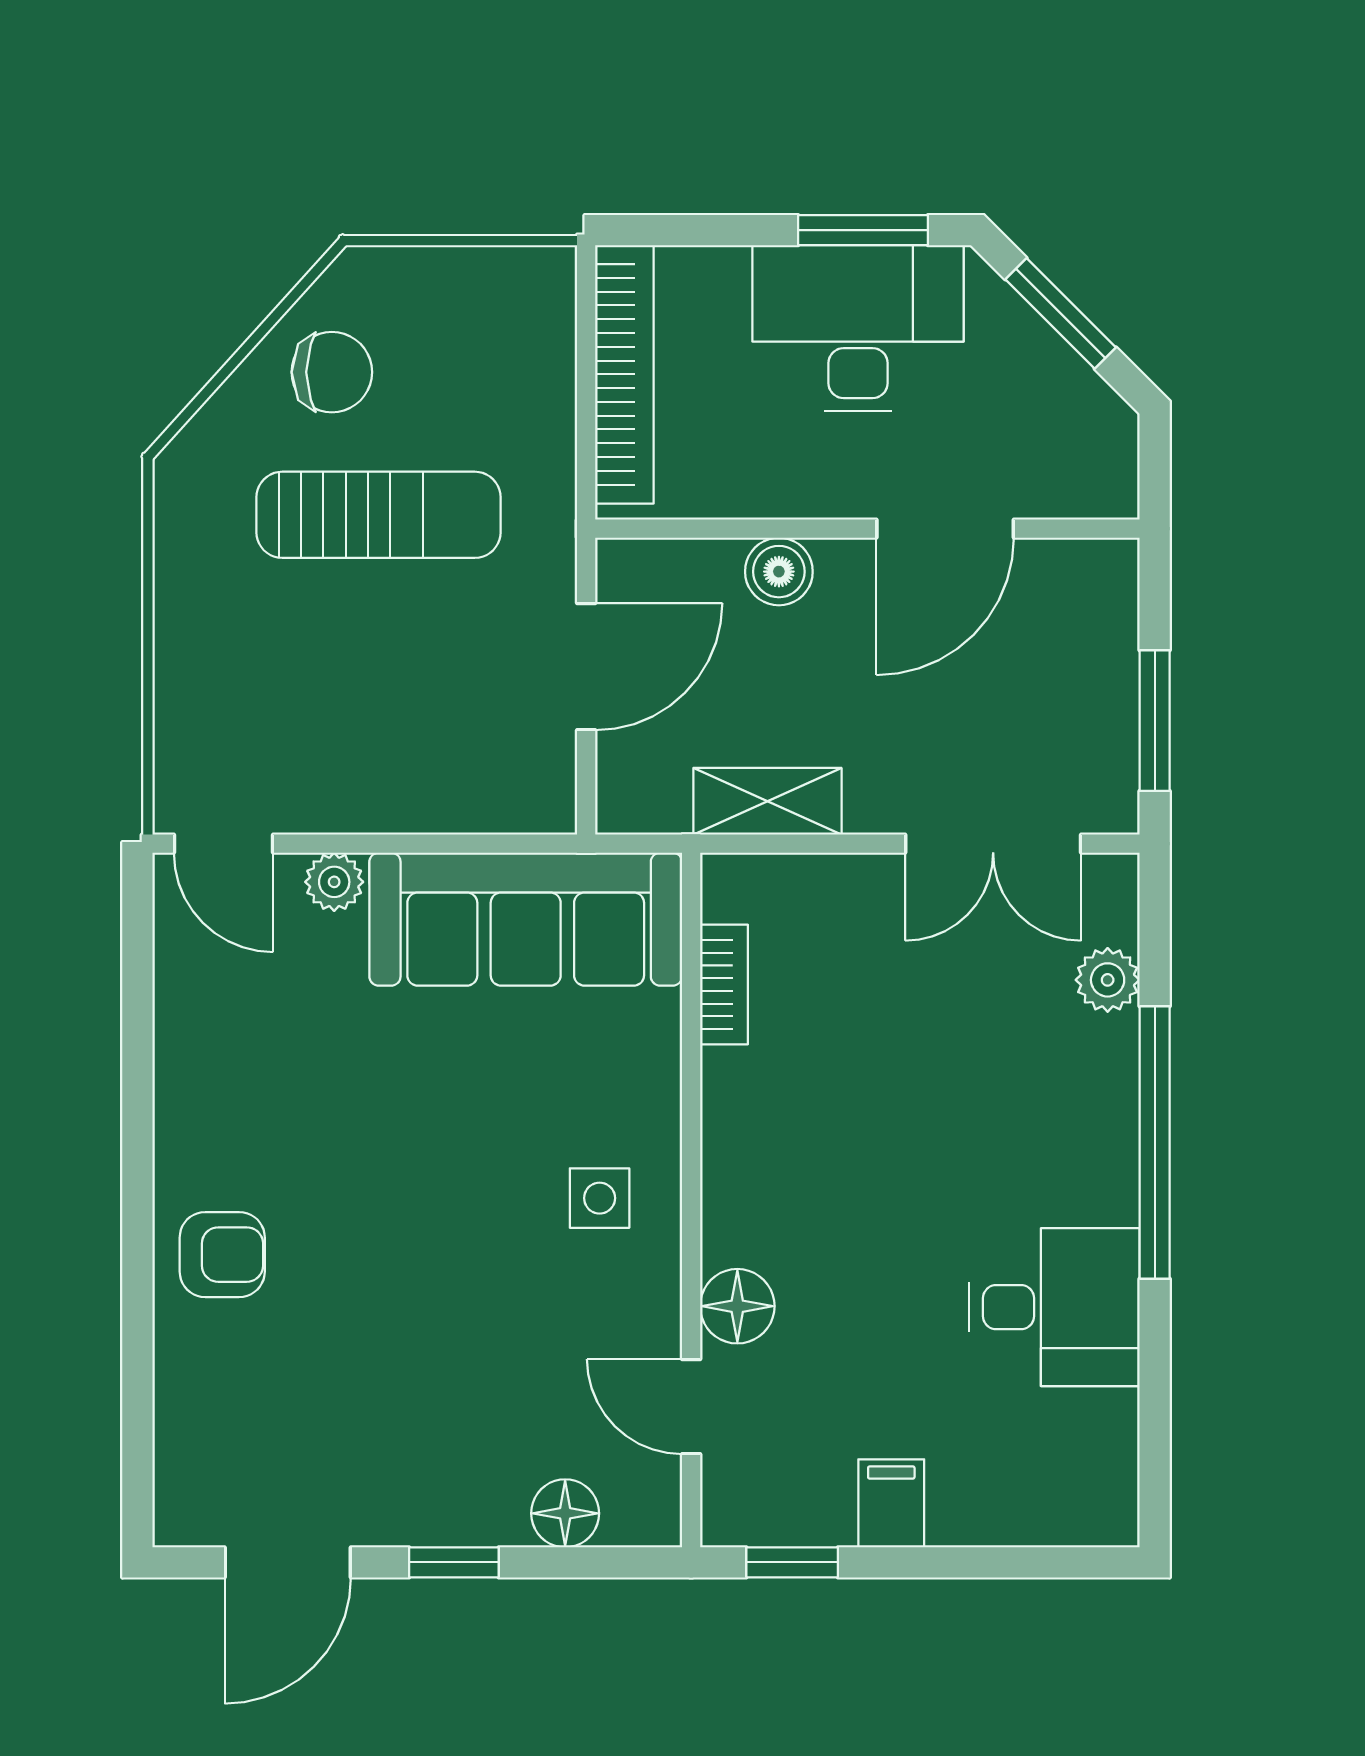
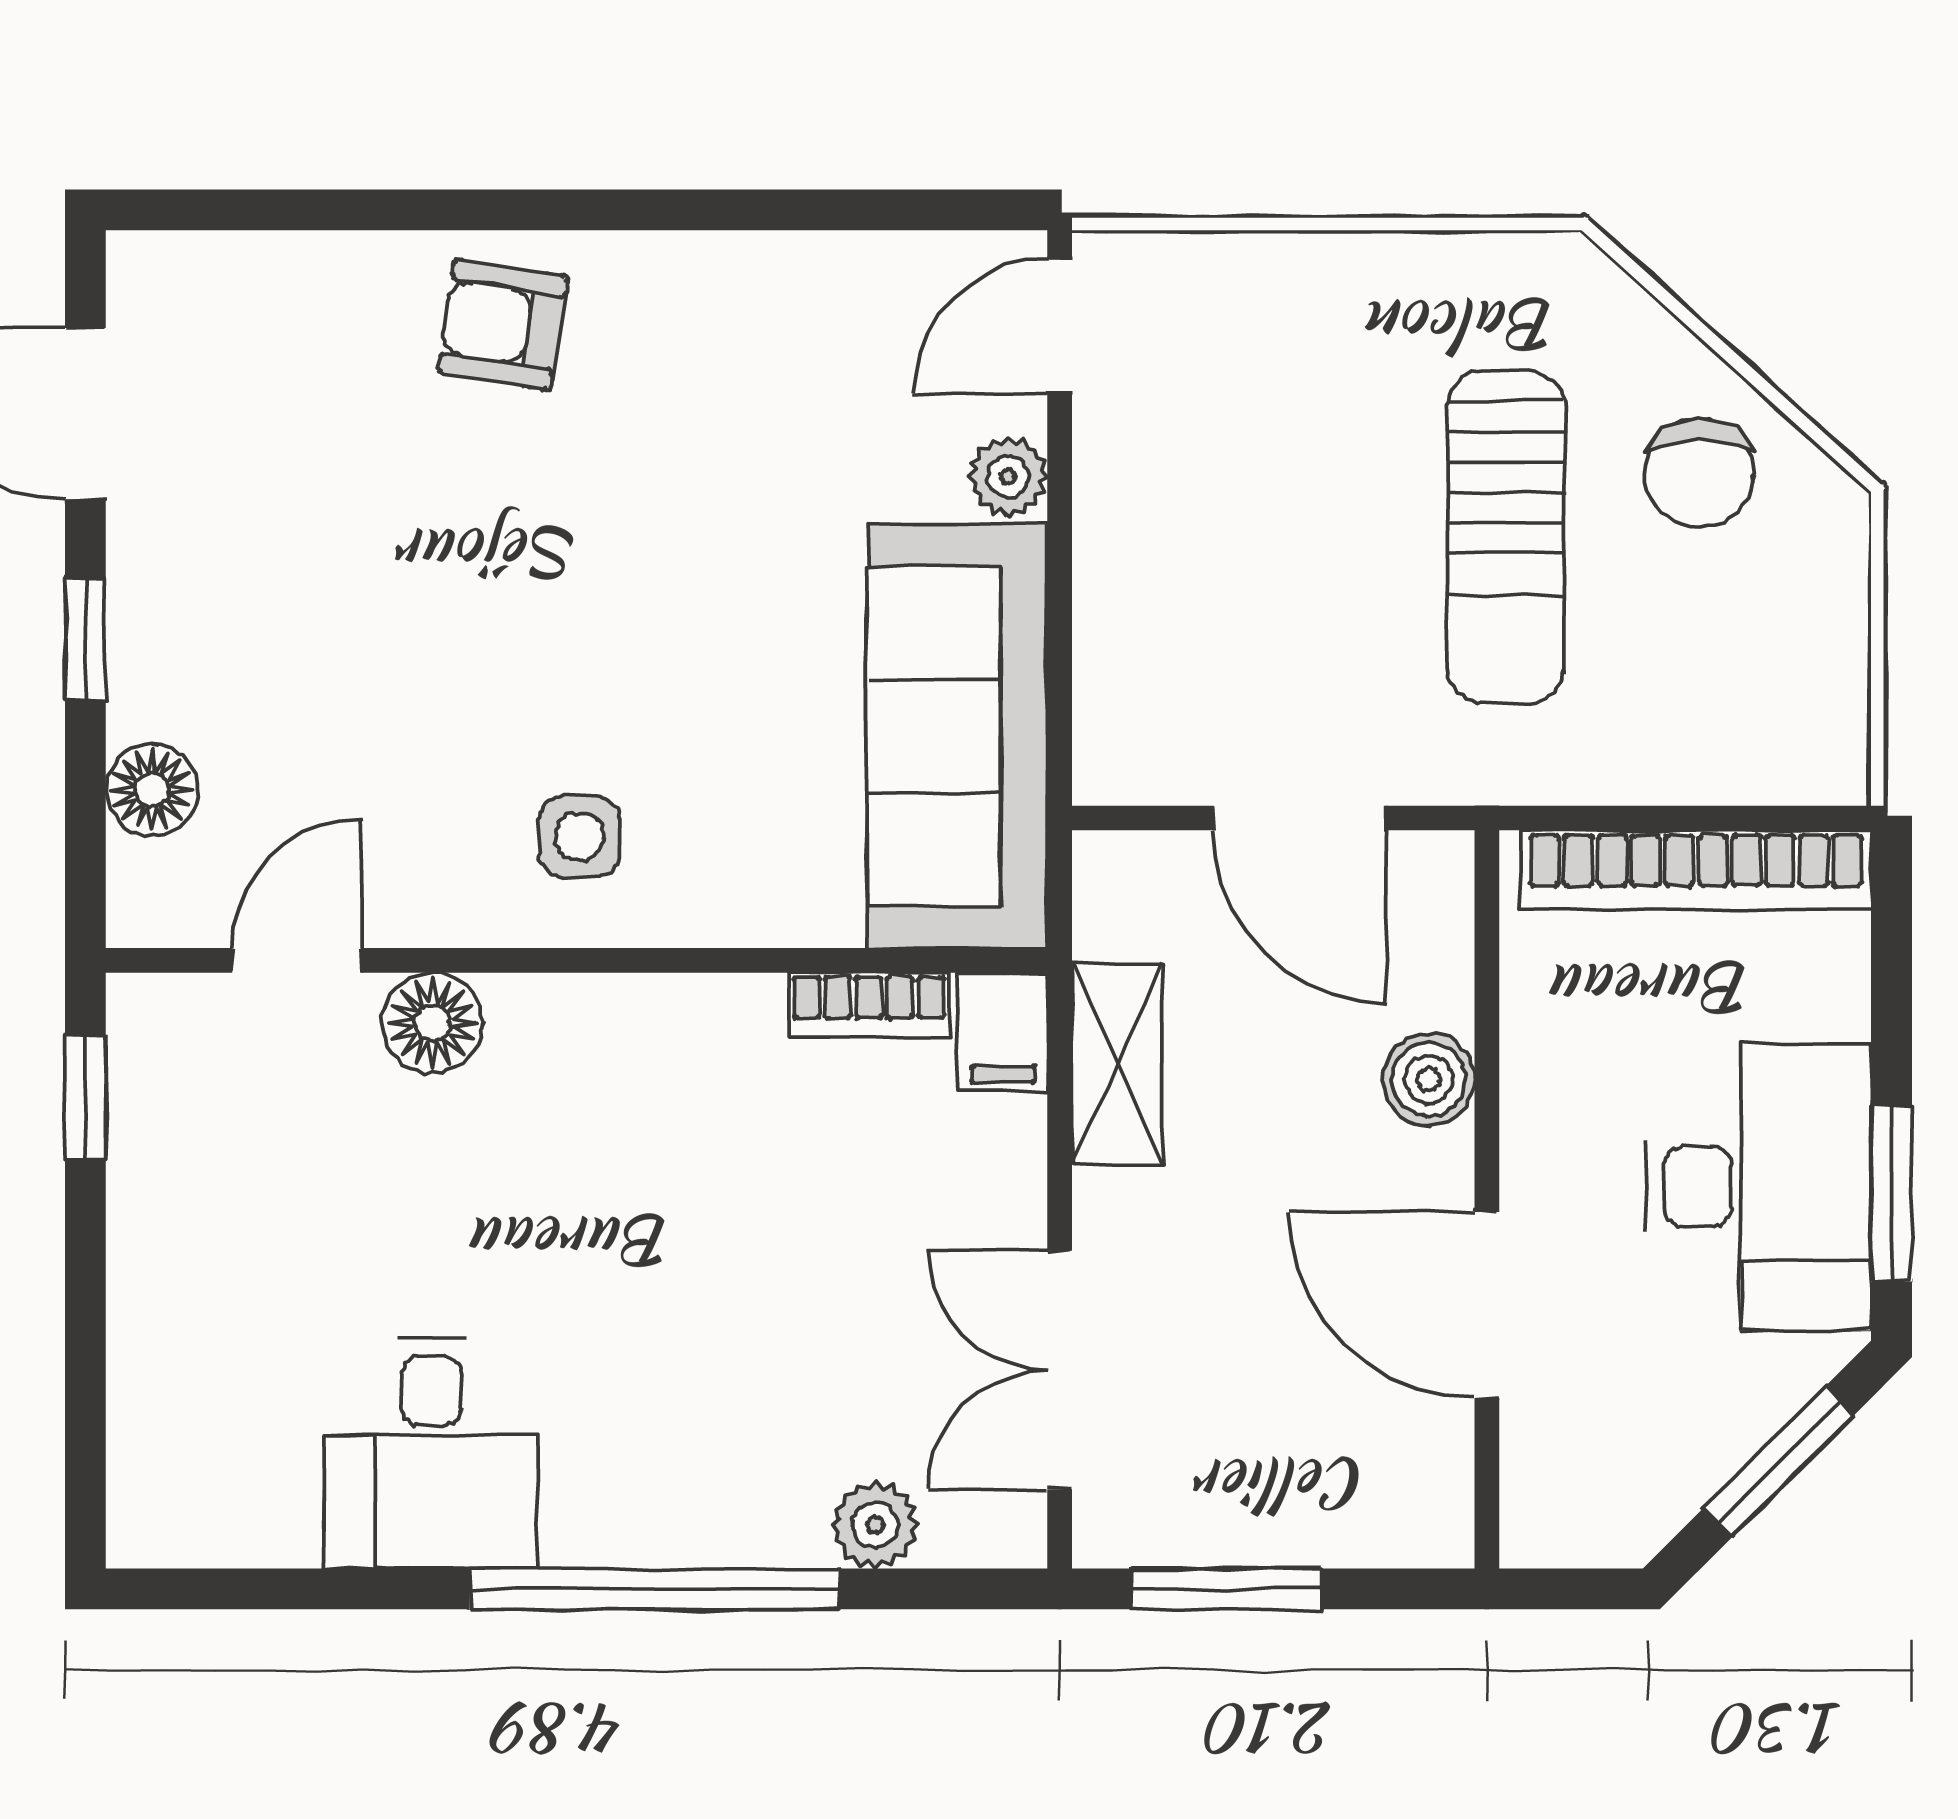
armchair: (222, 1255) -> (503, 325), turned 99
filing cabinet: (891, 1503) -> (1003, 1032), moved, turned 90

